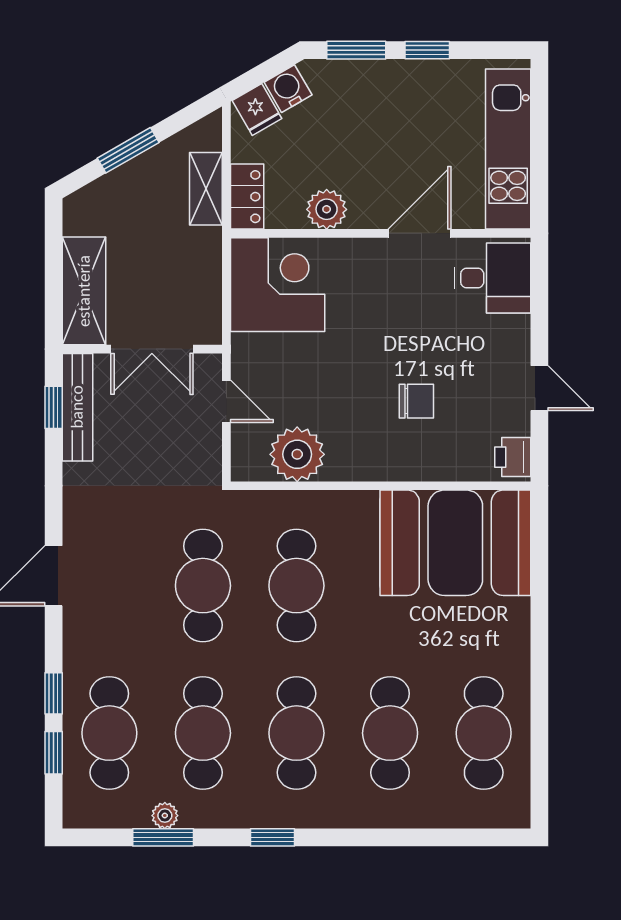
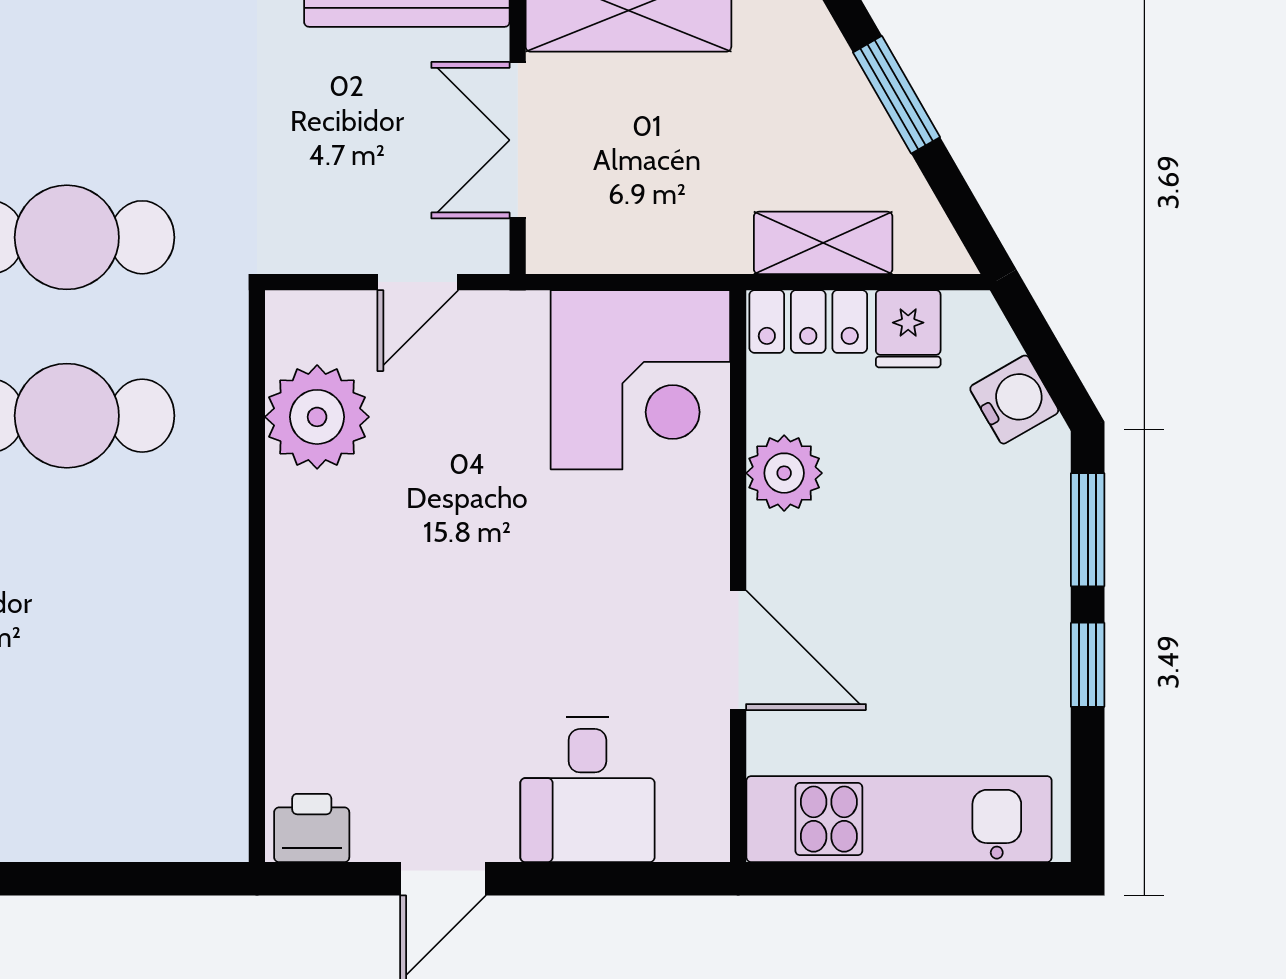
fridge: (257, 110) -> (908, 329), moved, turned -60
desk: (493, 278) -> (587, 790), moved
chair: (416, 401) -> (418, 644), removed
booth: (455, 543) -> (148, 719), removed

